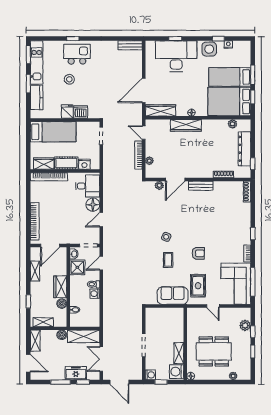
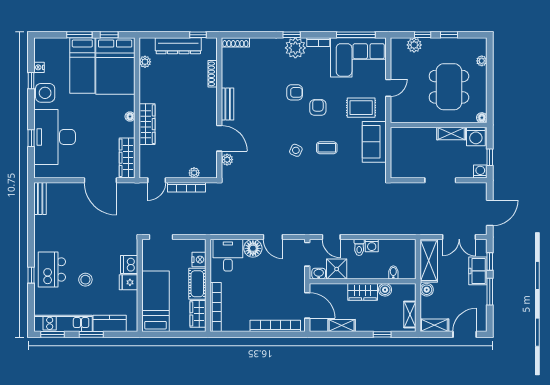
armchair: (210, 236) -> (295, 92), added
plant: (243, 236) -> (295, 48), added

